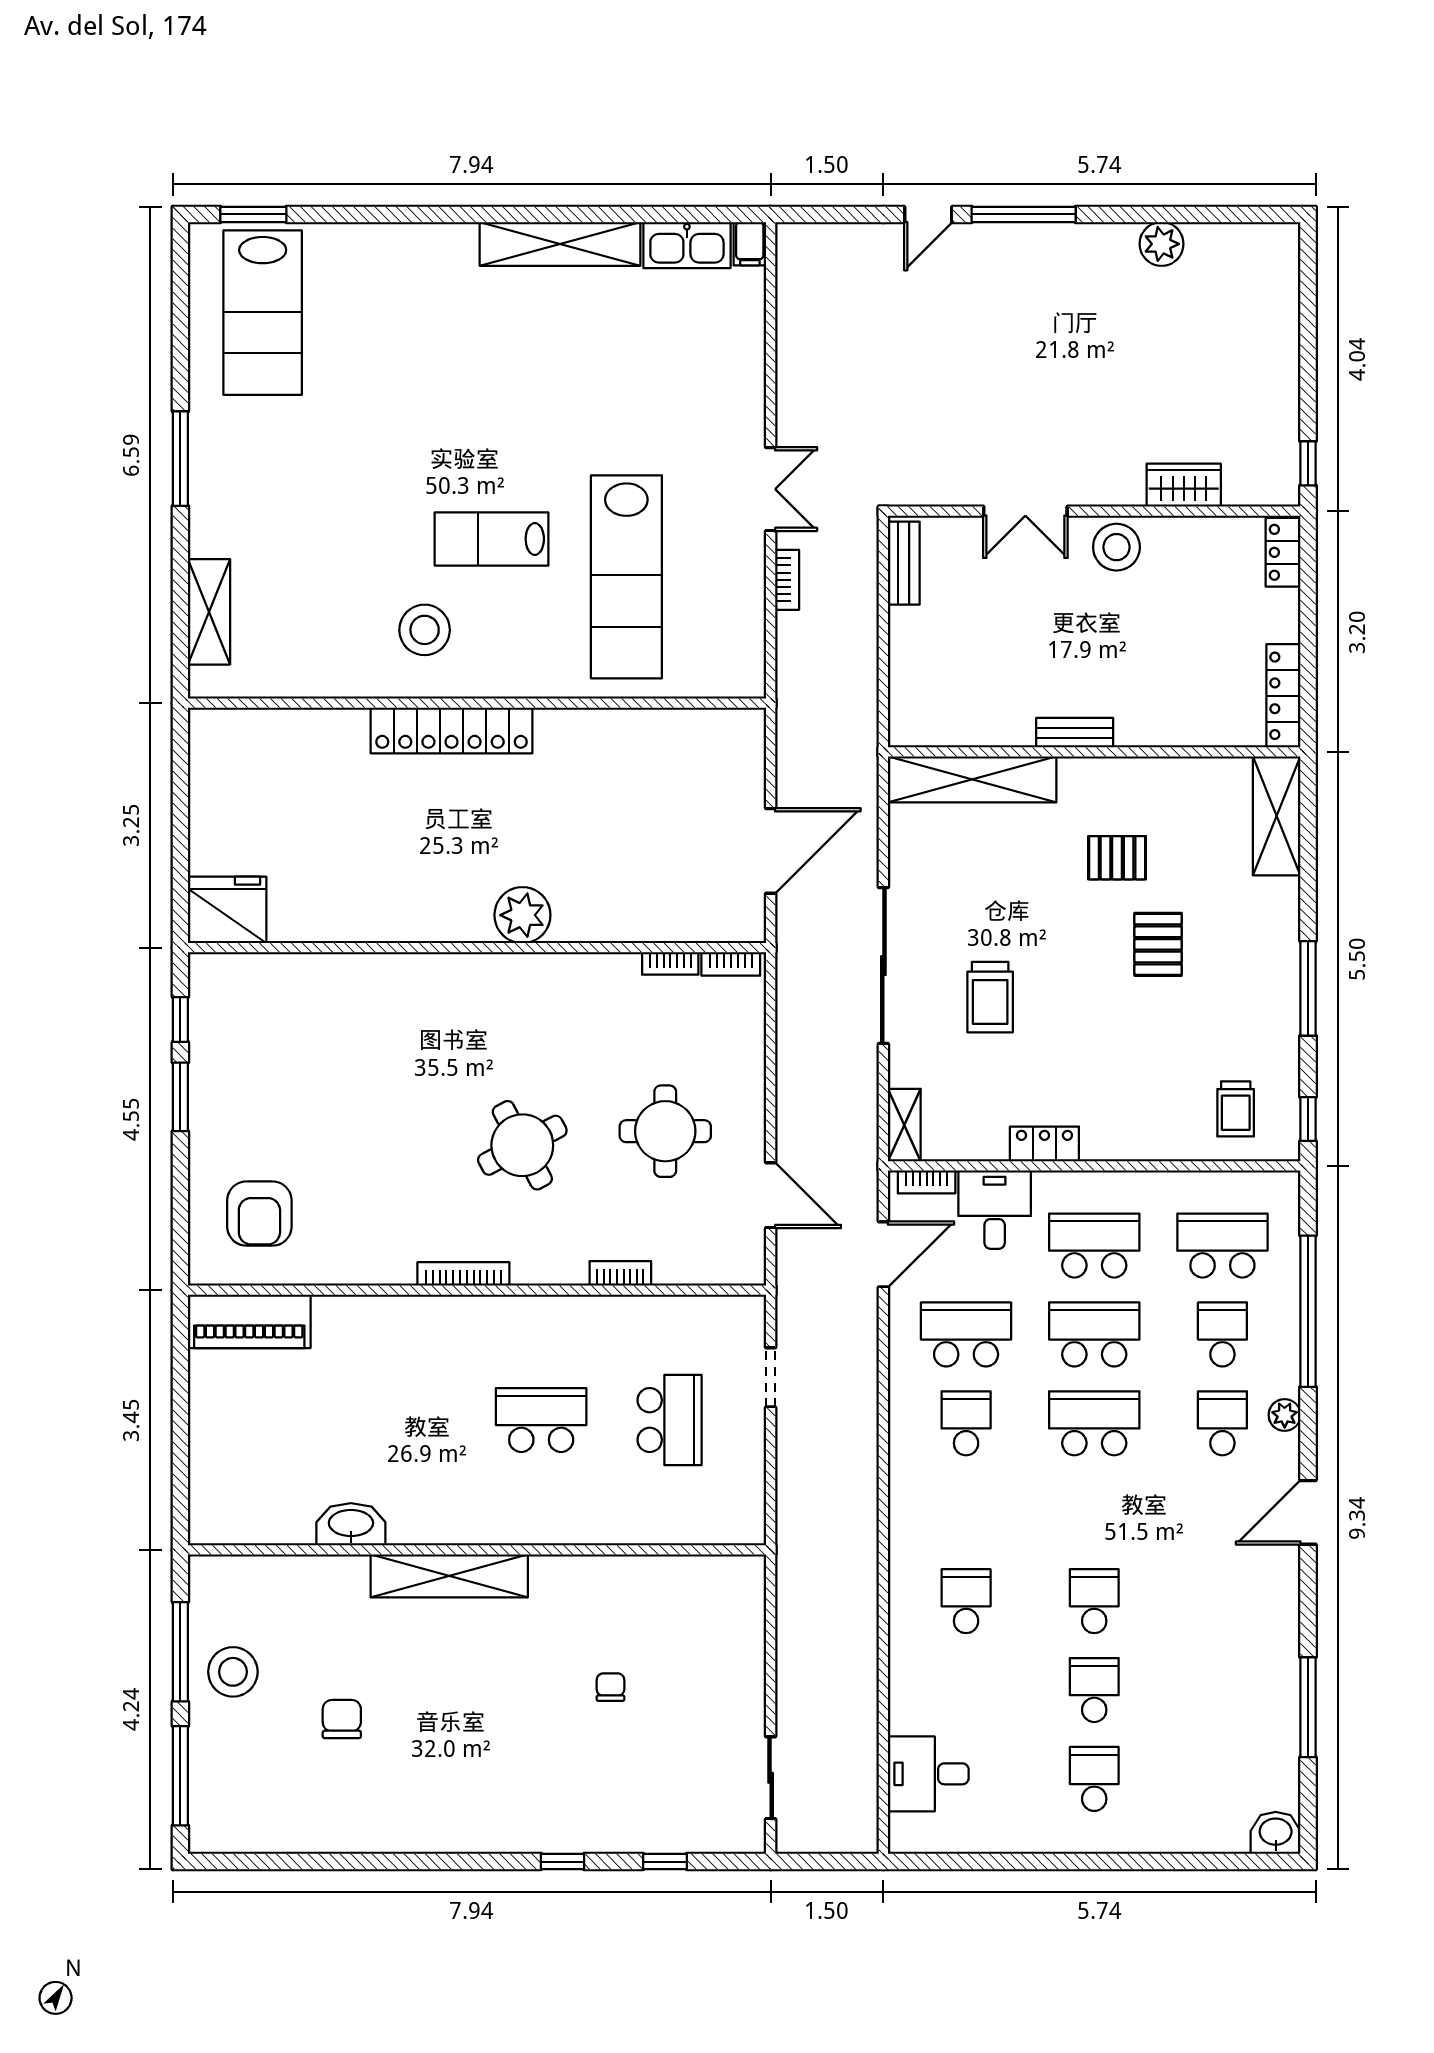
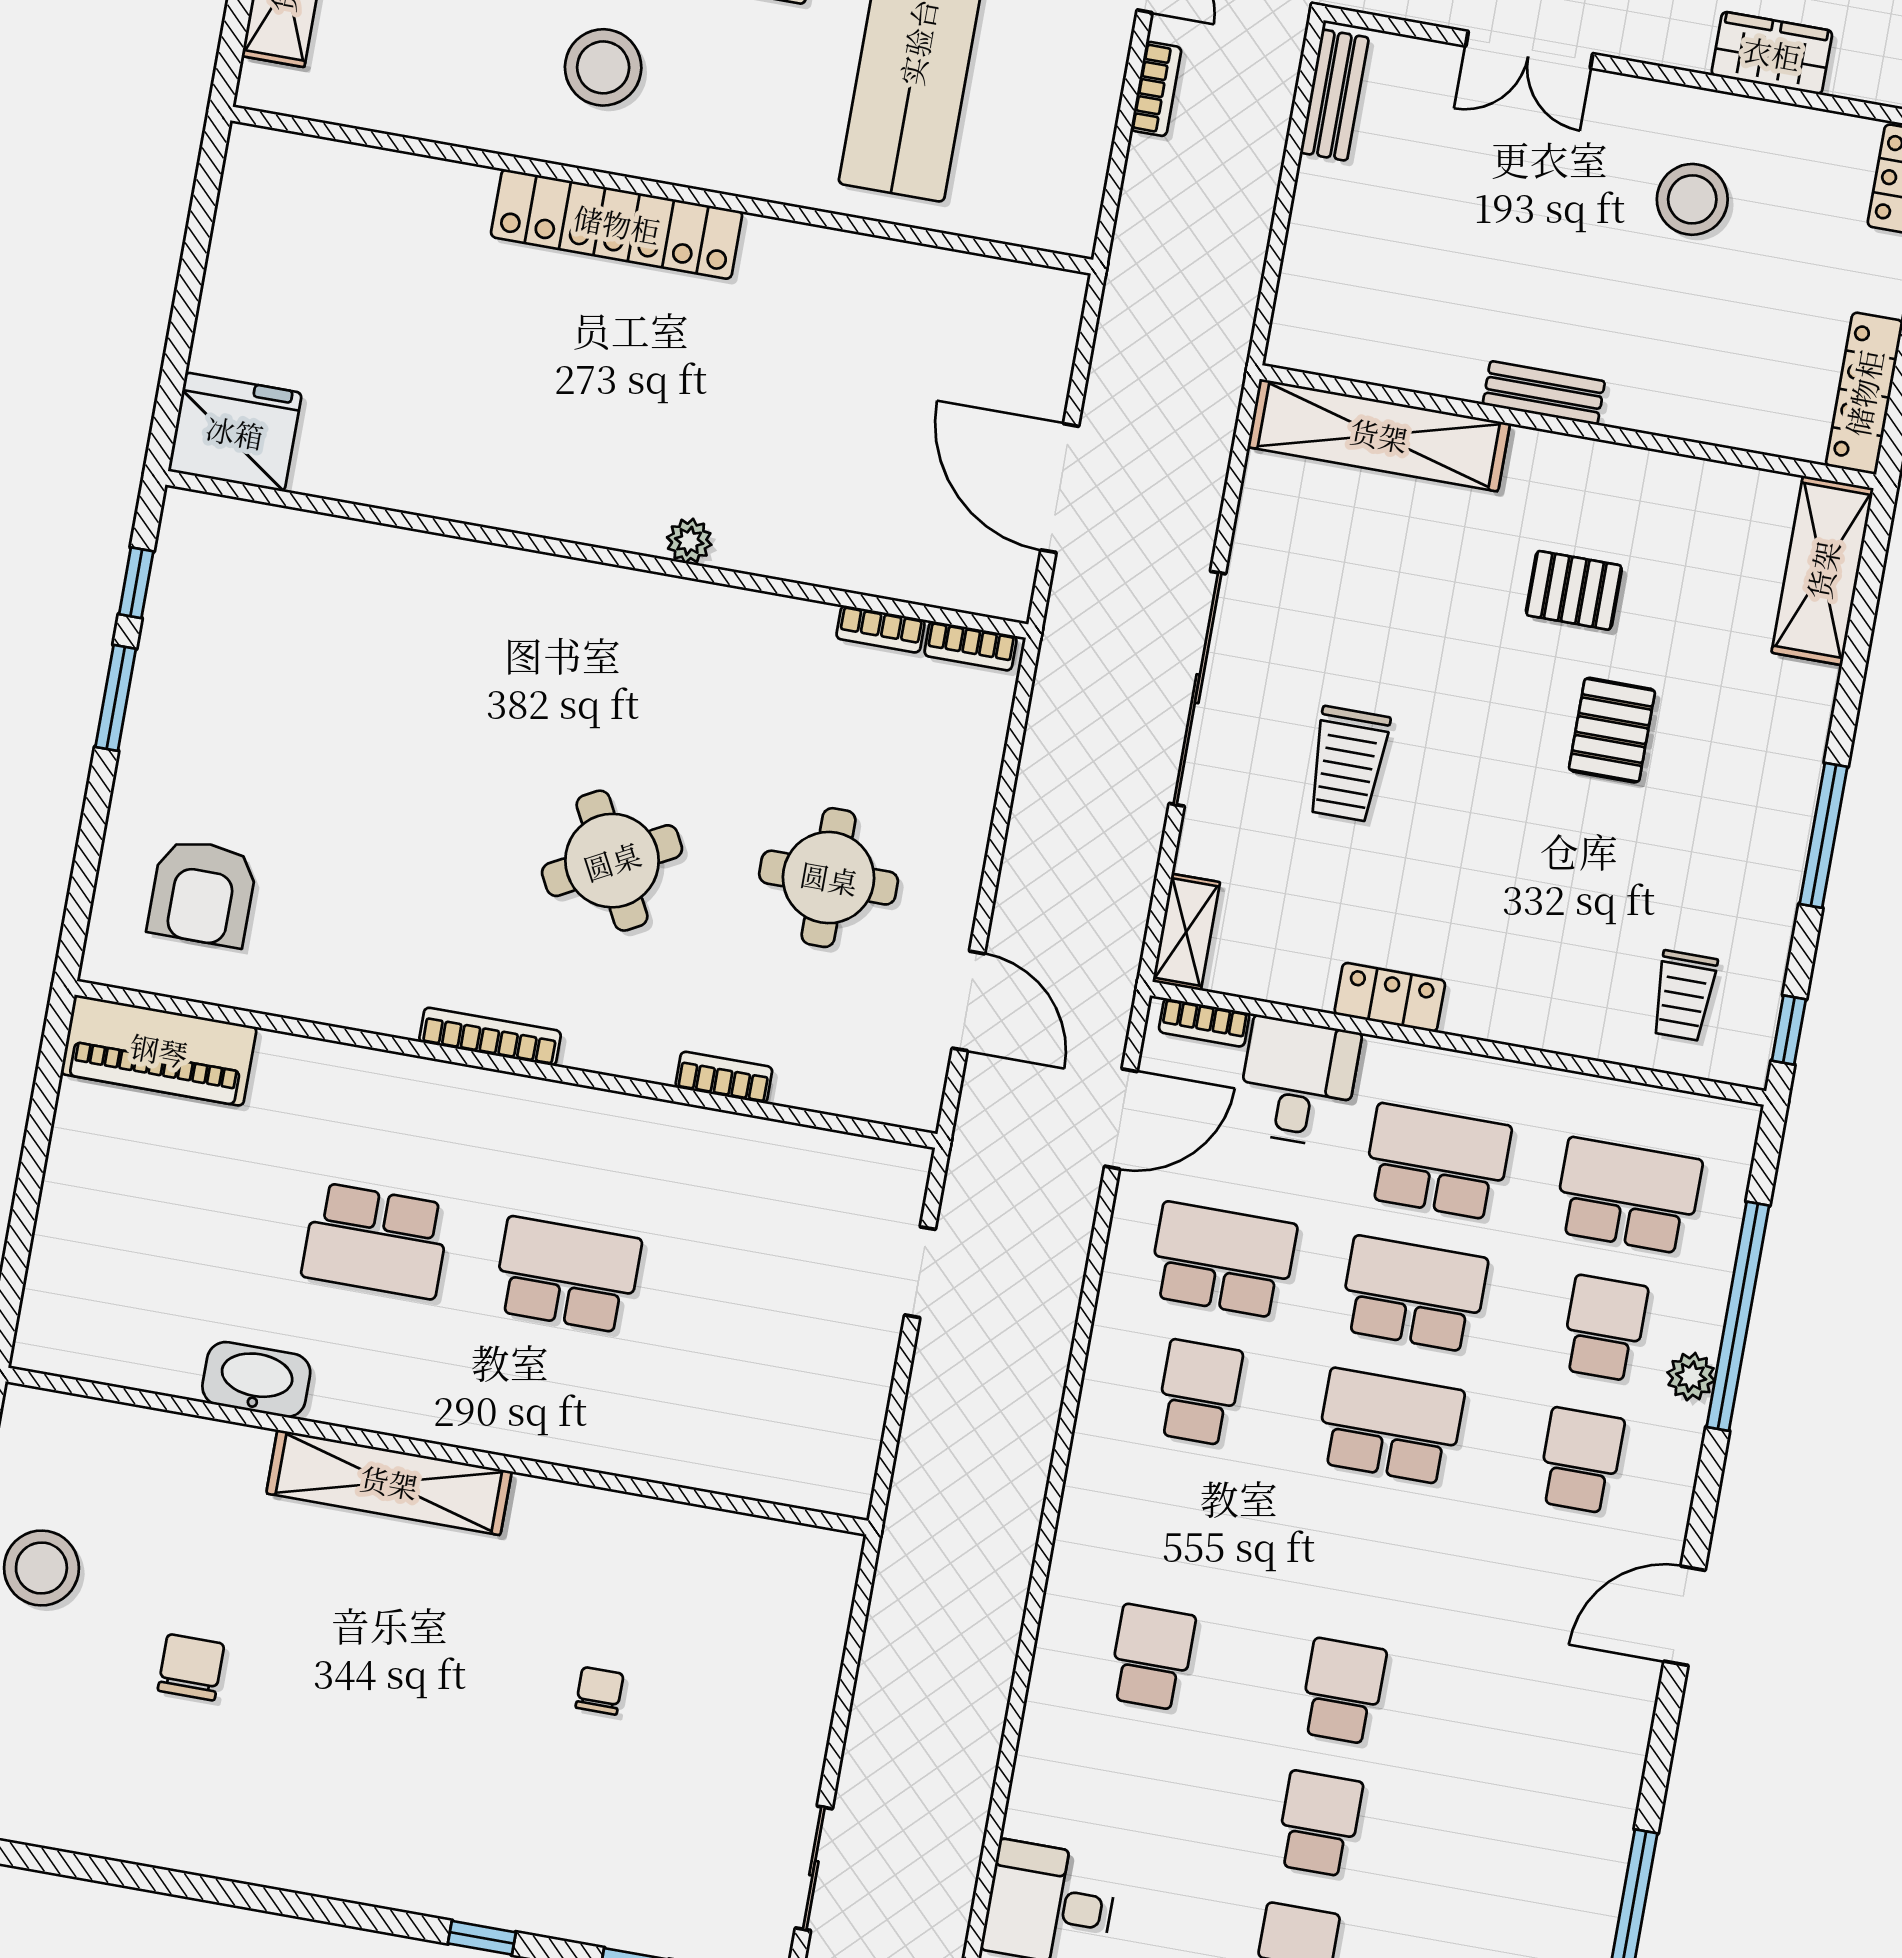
stool: (1116, 547) -> (1692, 199), moved
door: (771, 851) -> (1060, 488), swing flipped
plant: (522, 915) -> (689, 541), width x0.53, depth x0.53
plant: (1285, 1415) -> (1691, 1377), moved
school desk: (670, 1420) -> (376, 1241), moved, turned 90

